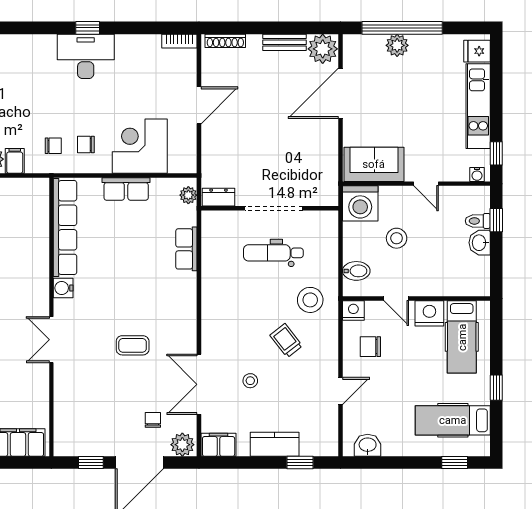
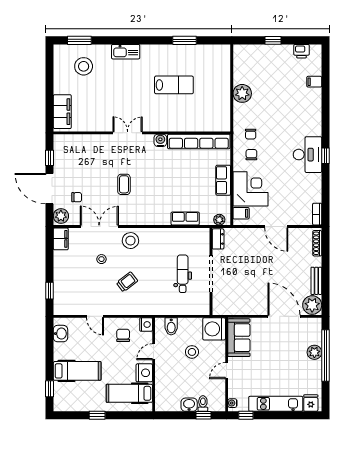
filing cabinet: (15, 161) -> (241, 213), moved
stool: (310, 300) -> (130, 241), moved
hospital bed: (453, 420) -> (77, 371), moved, turned 90
kitchen counter: (275, 444) -> (61, 275), removed

